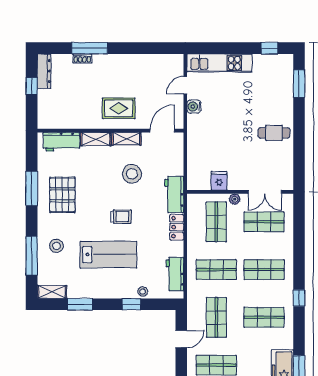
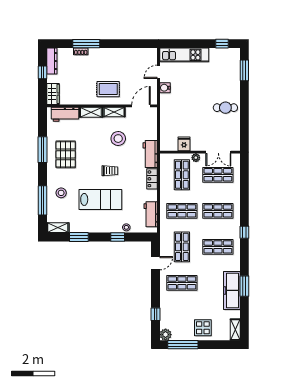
wardrobe: (45, 115) -> (53, 94), added

